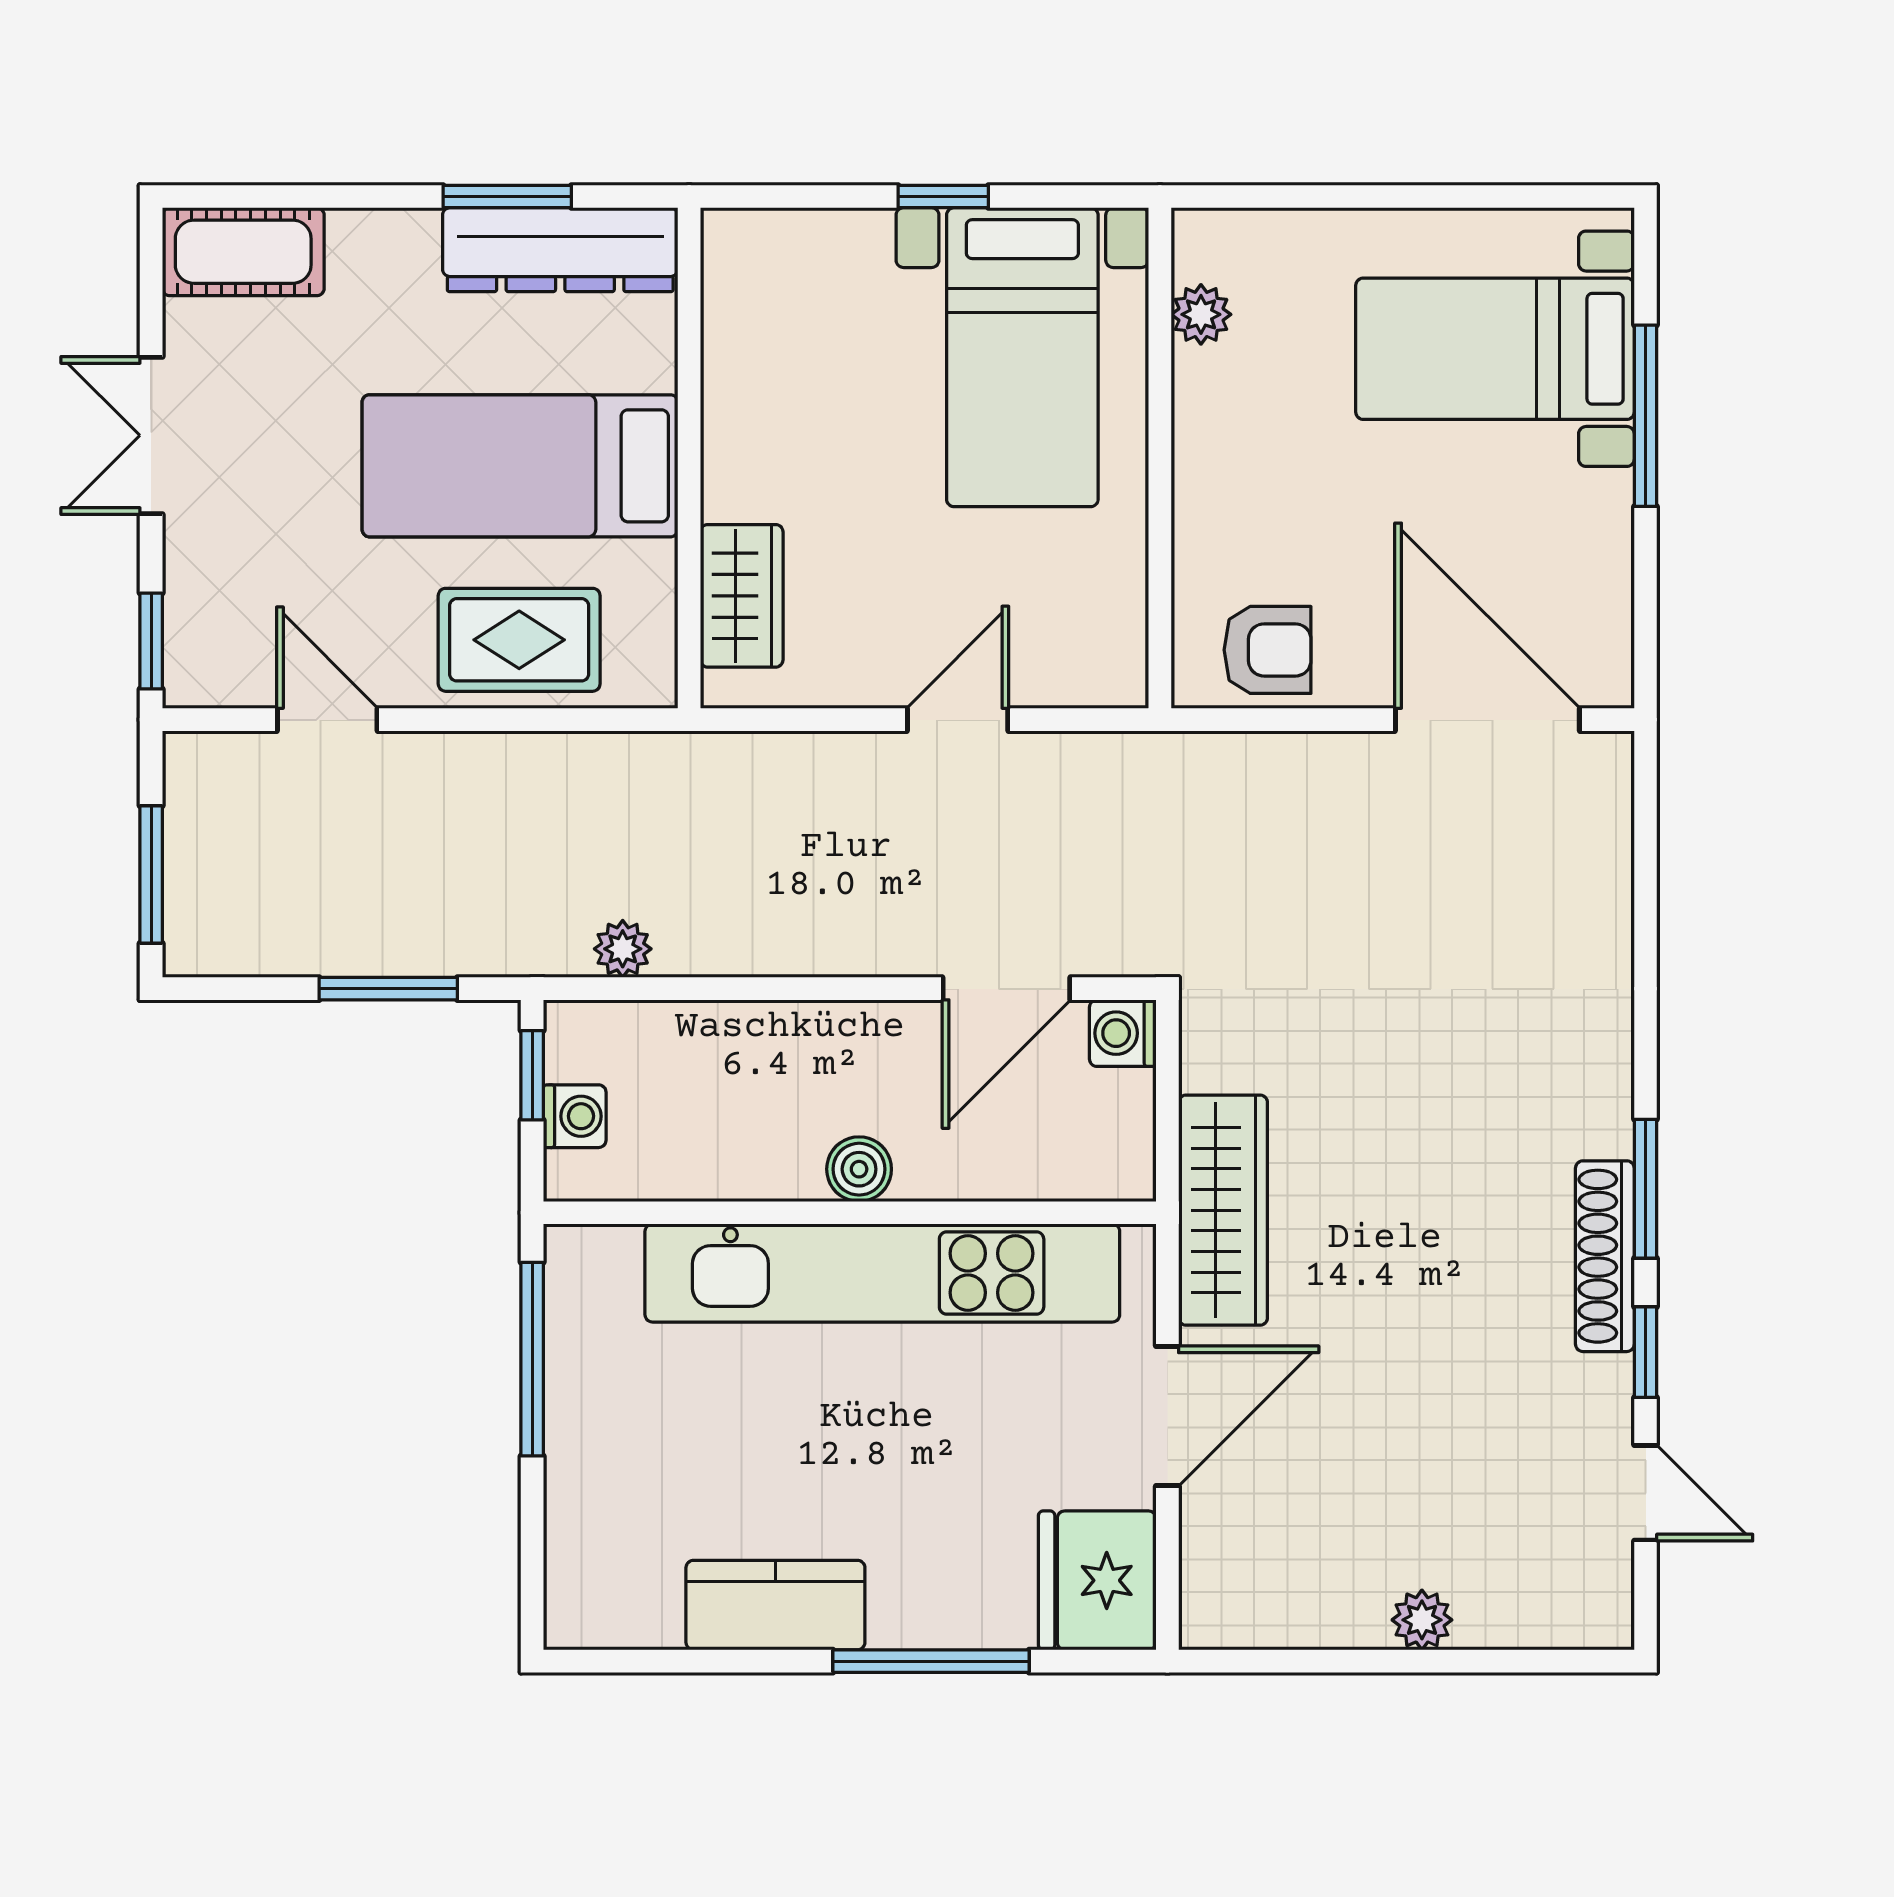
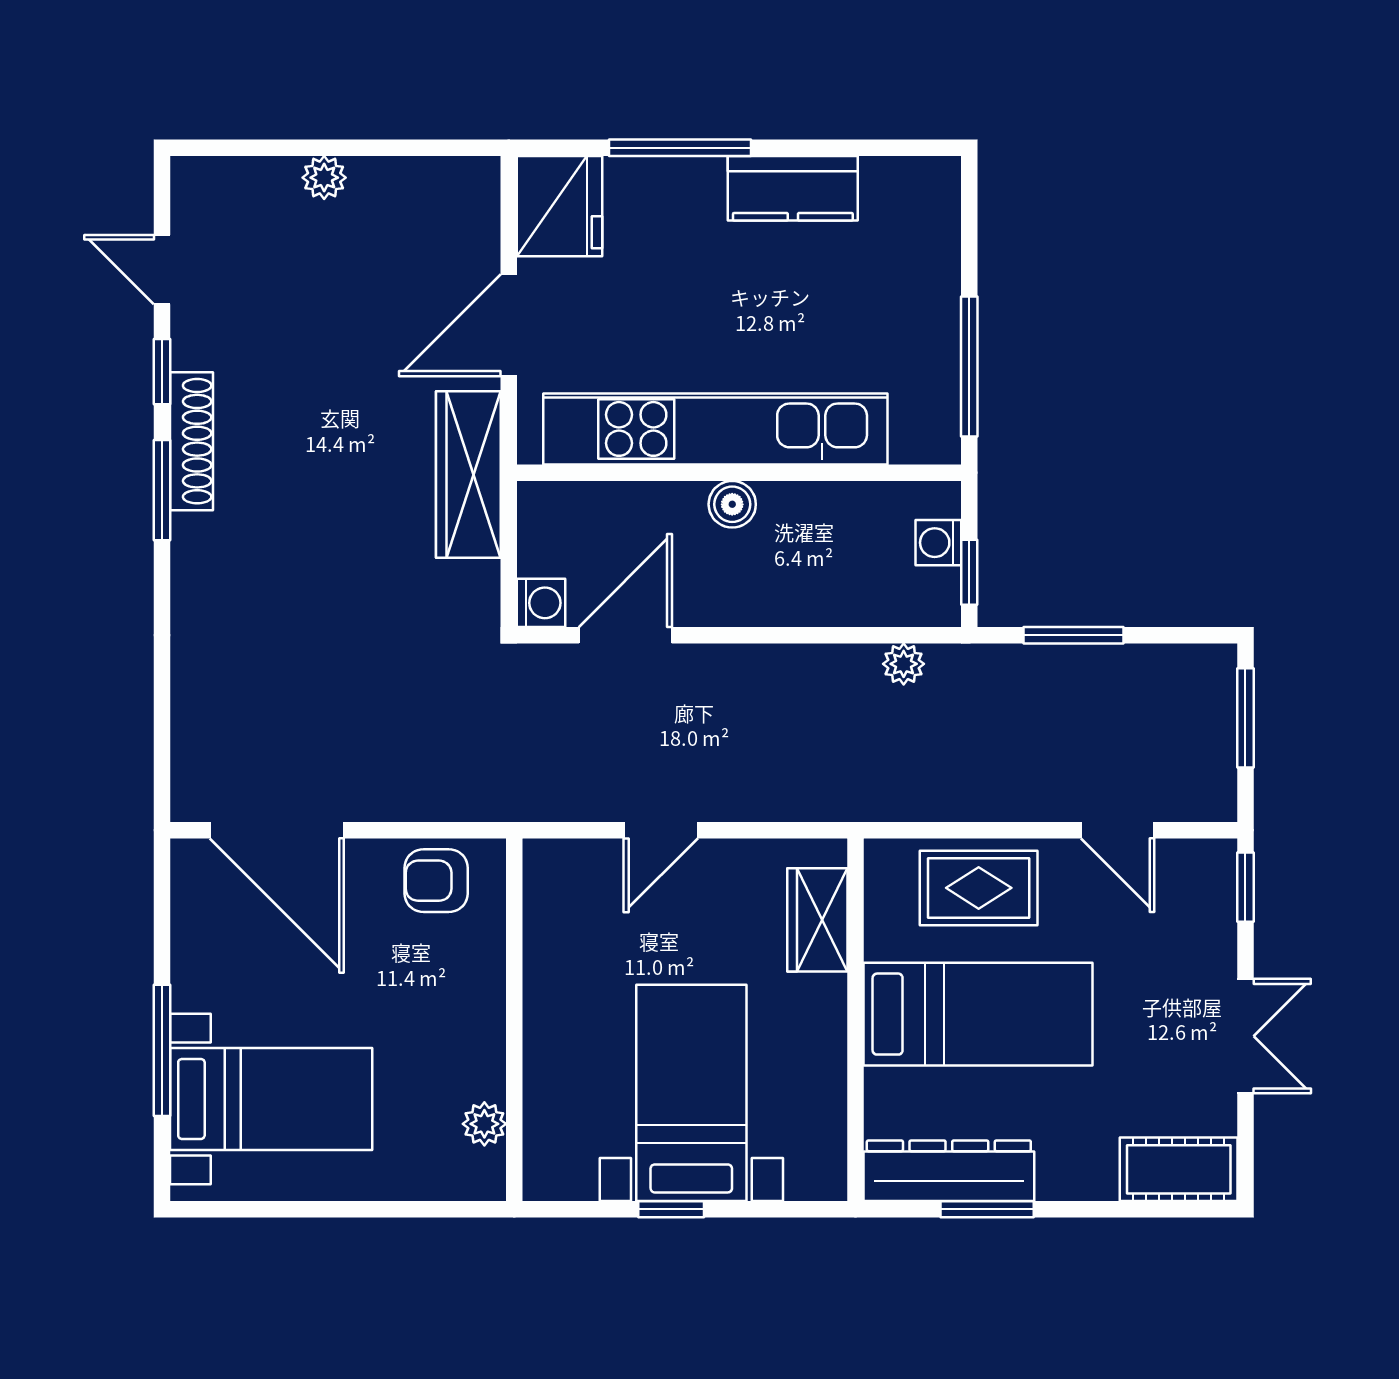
bed with nightstands: (1022, 357) -> (691, 1093), moved

